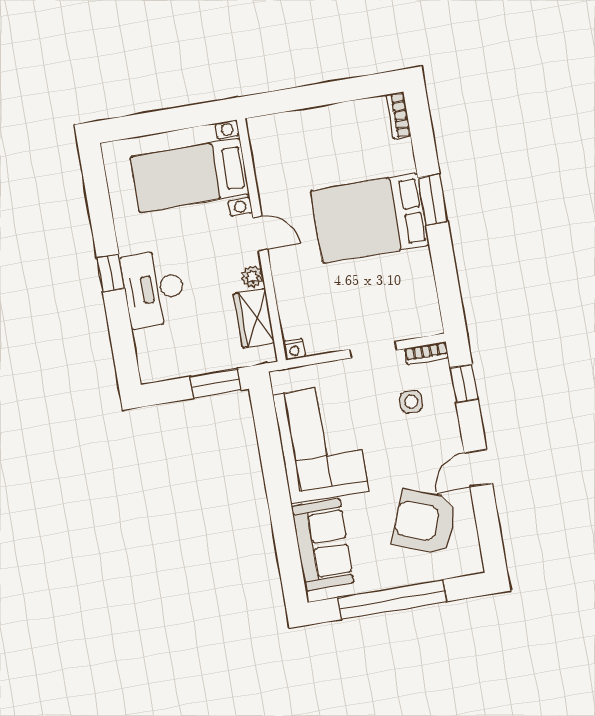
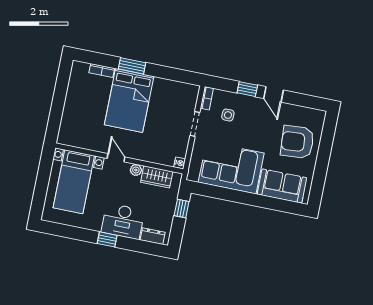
bookcase: (398, 116) -> (102, 71), moved
door: (260, 234) -> (116, 158), hinge flipped
dresser: (147, 351) -> (153, 236), added
window: (215, 383) -> (182, 209), width x0.67
window: (464, 384) -> (247, 89), moved
armchair: (425, 522) -> (297, 142), moved, turned 65
window: (392, 599) -> (322, 162), removed

